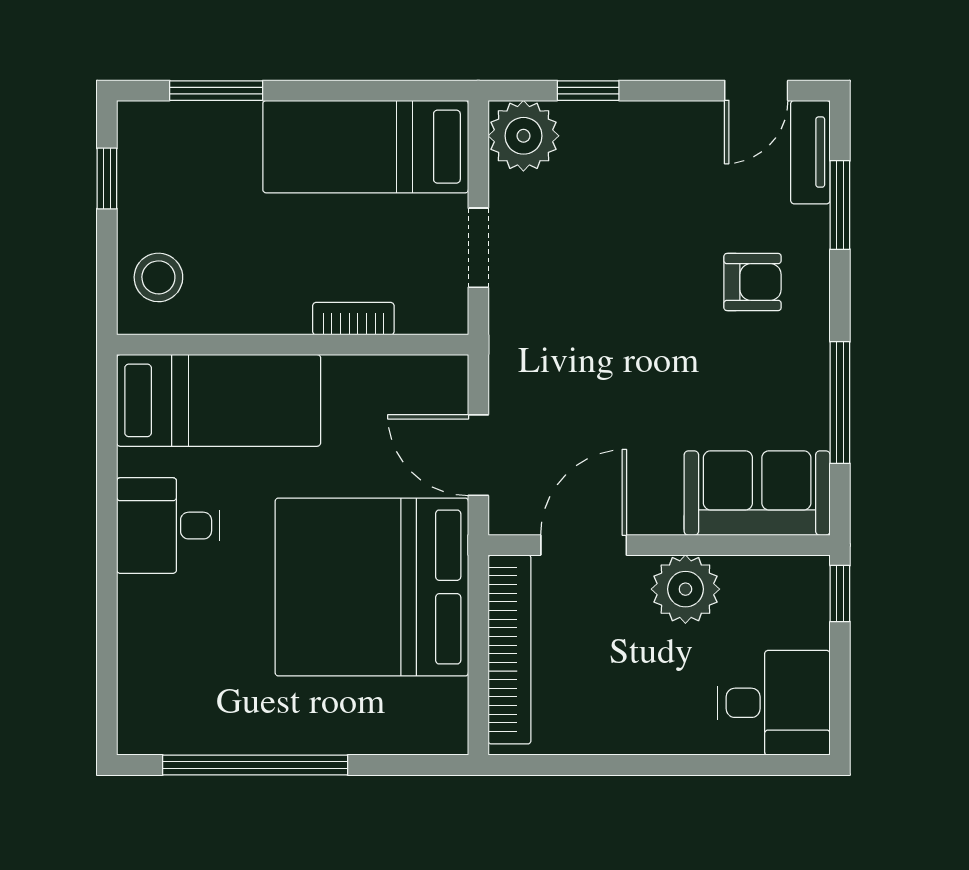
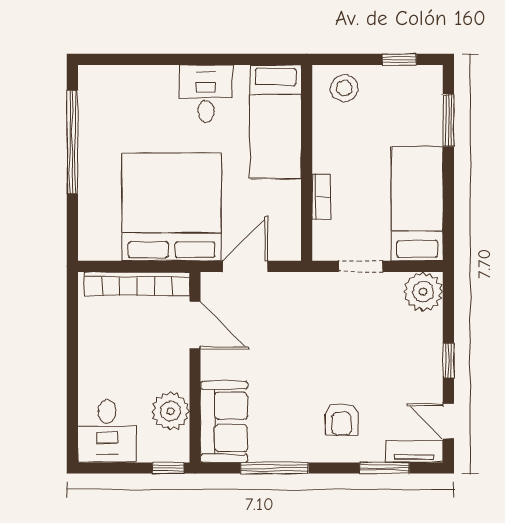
window: (588, 91) -> (448, 361), moved
plant: (685, 589) -> (170, 411), moved

